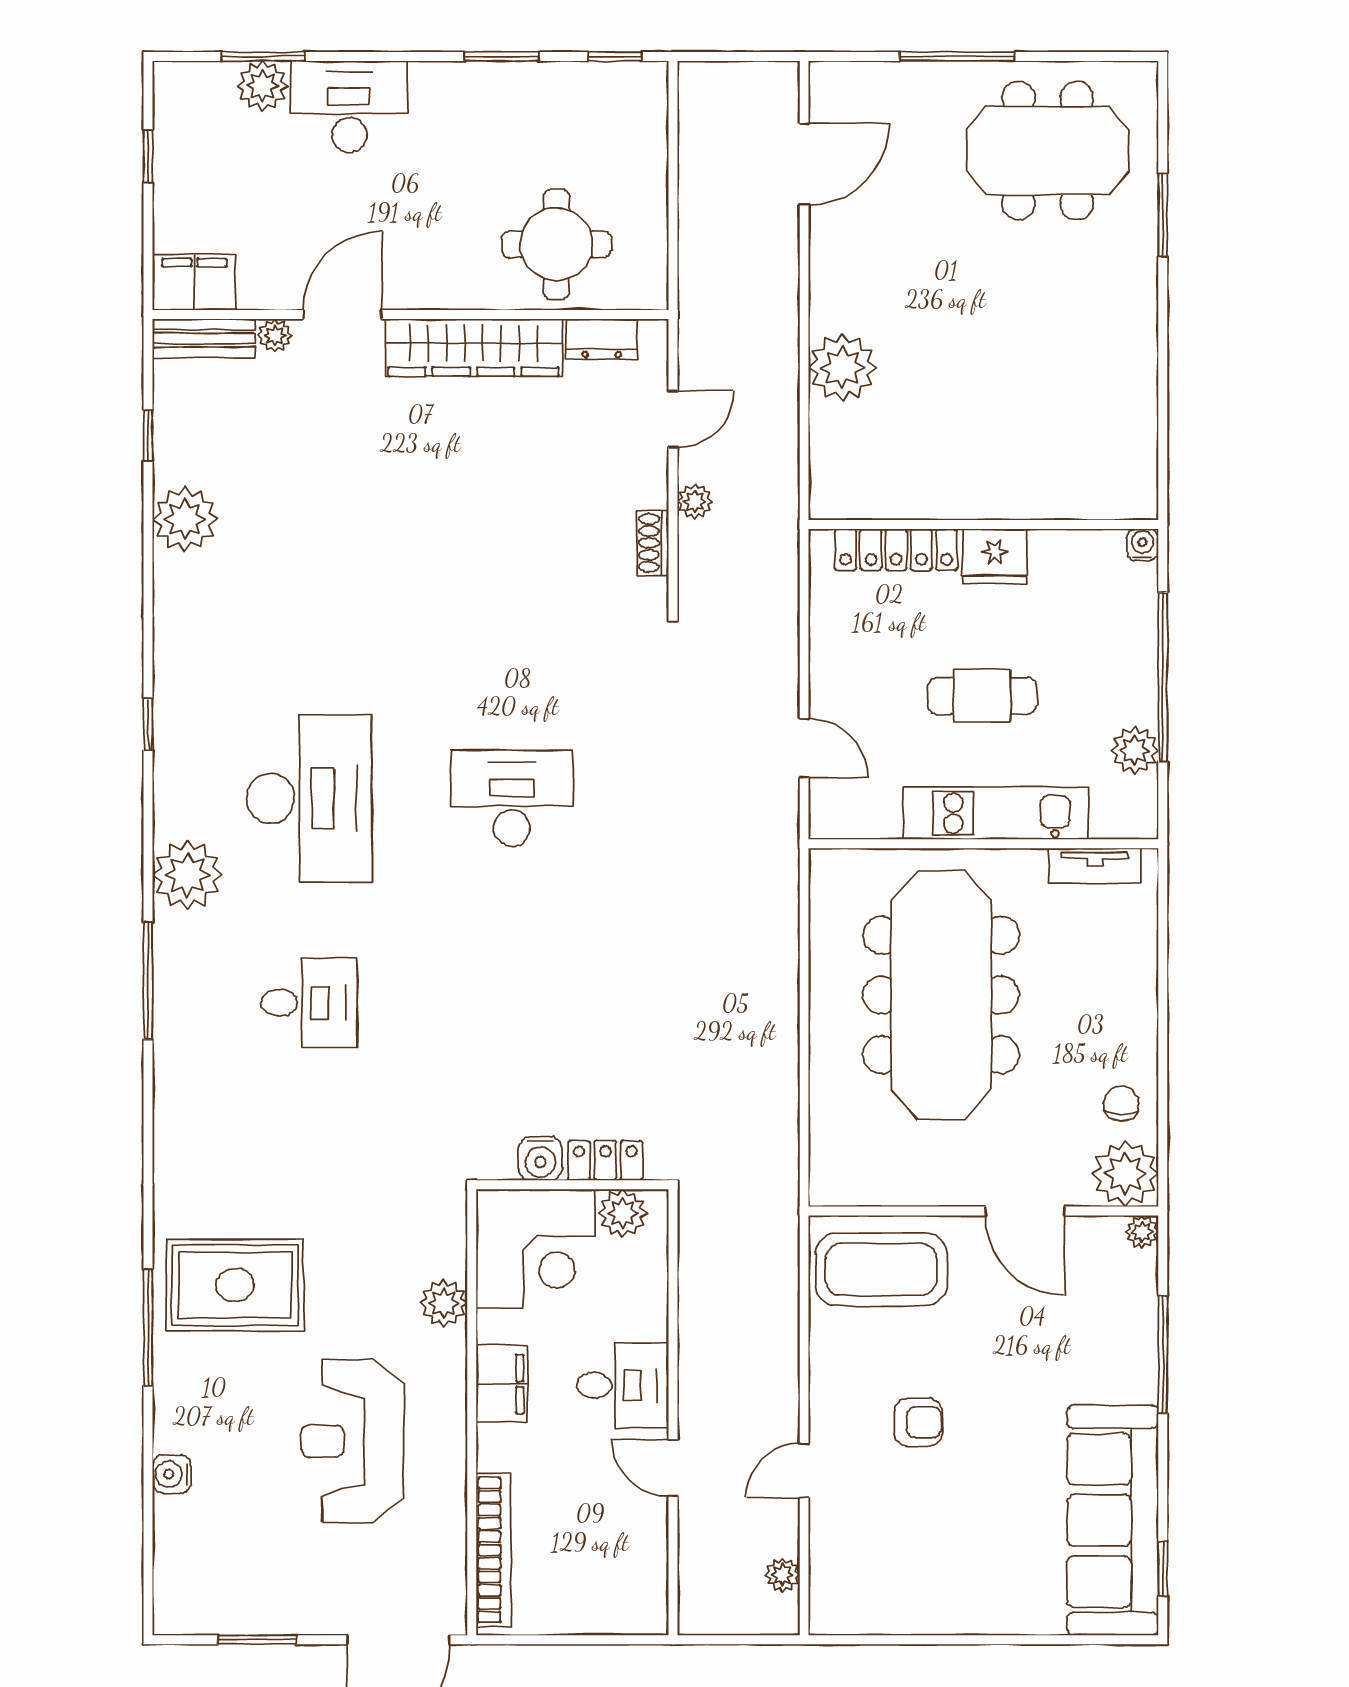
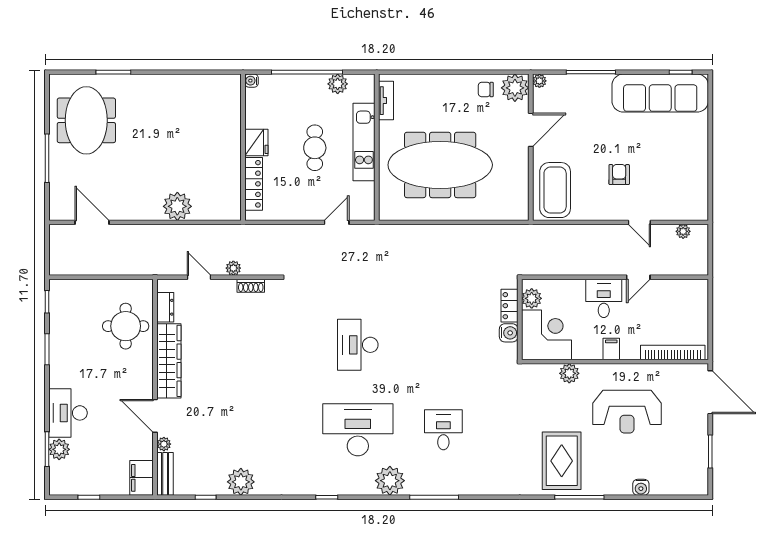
filing cabinet: (502, 1384) -> (611, 349), width x0.50

